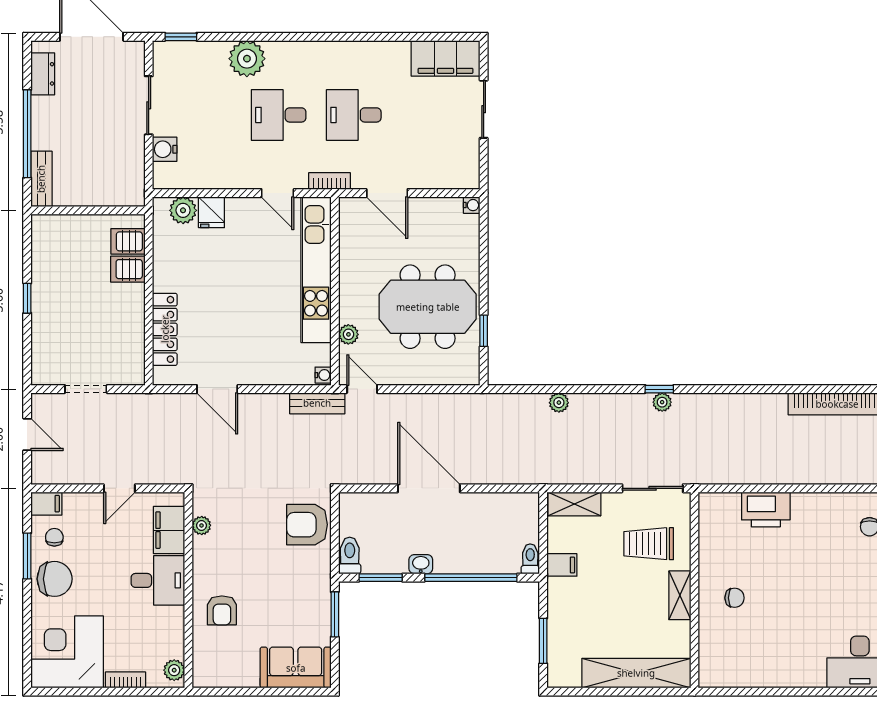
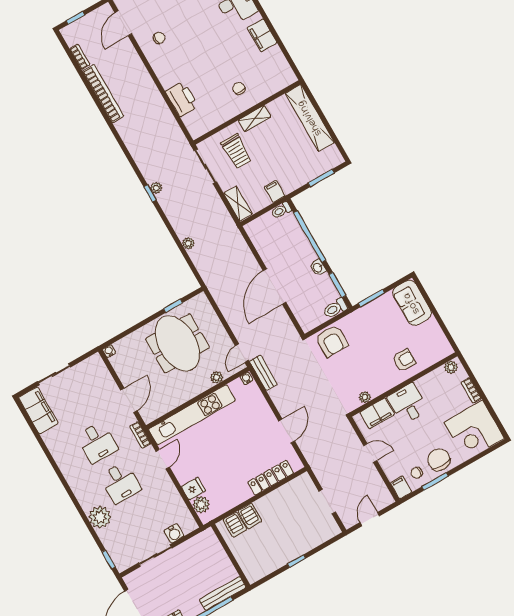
bench: (41, 179) -> (223, 593), width x1.36
filing cabinet: (790, 673) -> (262, 35), added

